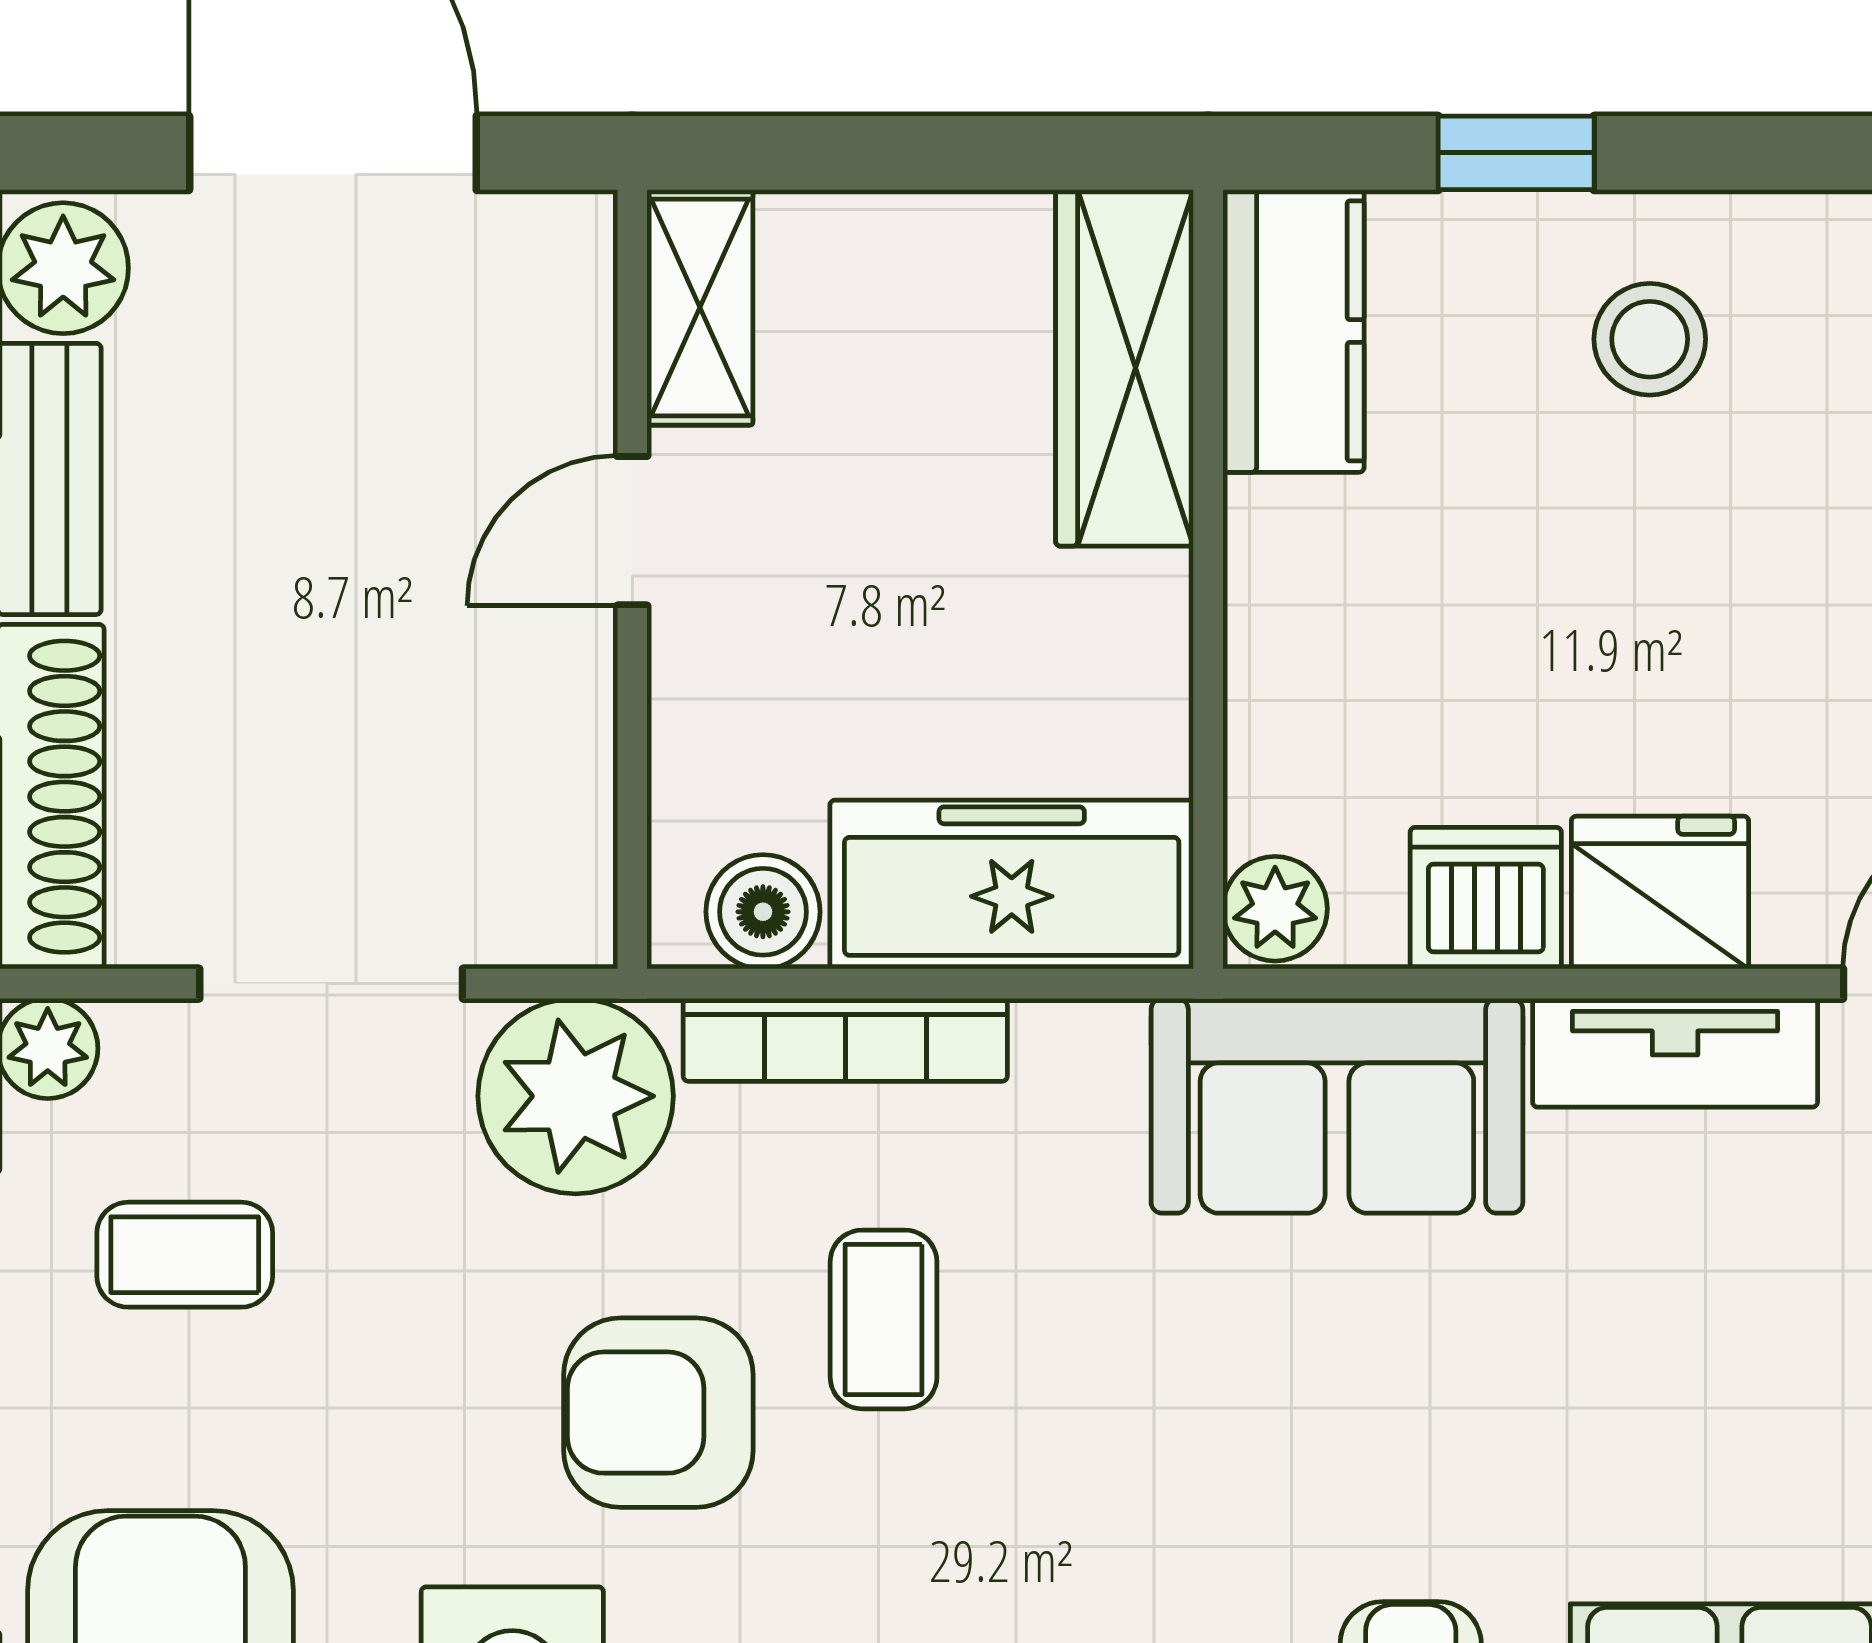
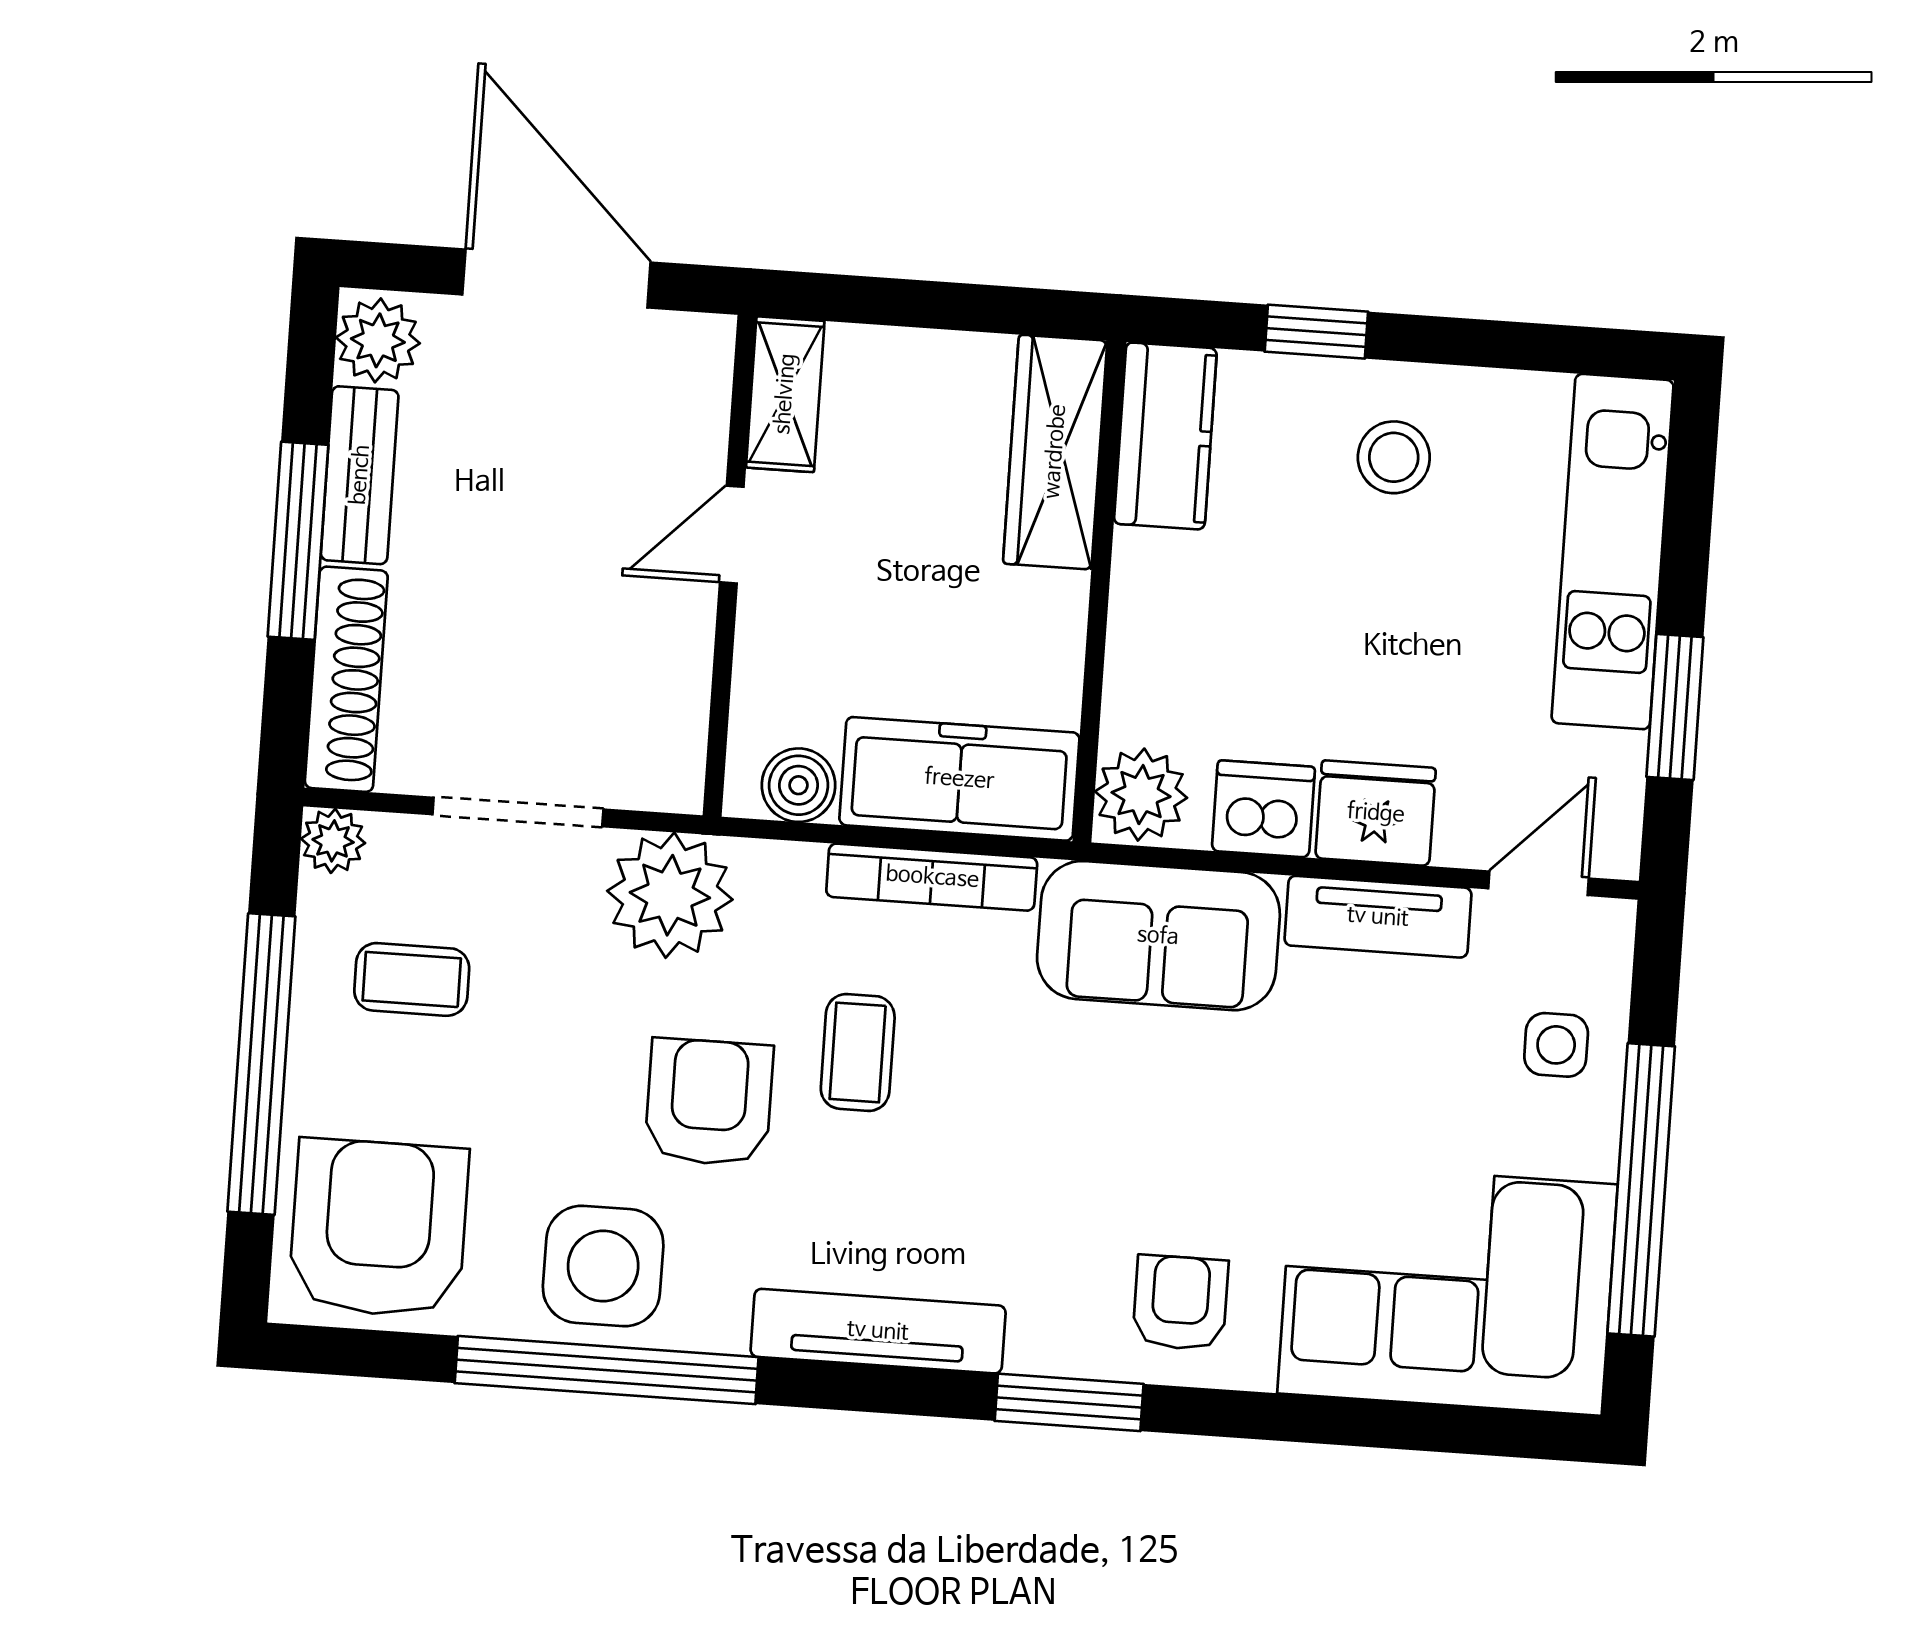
plant: (1275, 909) -> (1141, 795), width x1.38, depth x1.38
bookcase: (845, 1040) -> (932, 877), moved
armchair: (658, 1413) -> (709, 1102), turned 90

